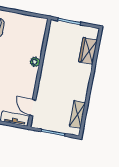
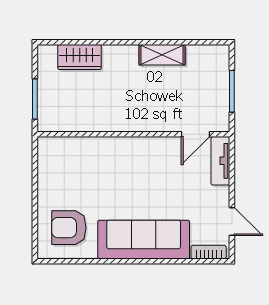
plant: (35, 62) -> (116, 145), removed
shelving: (77, 114) -> (162, 55), moved

